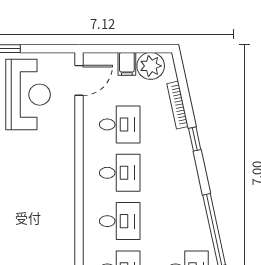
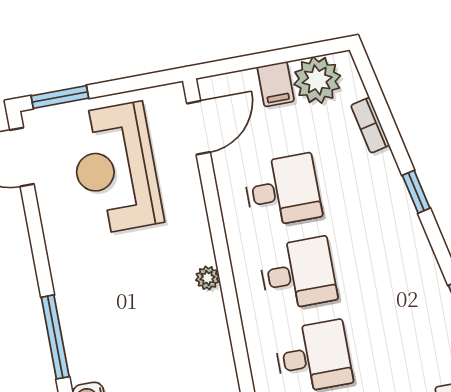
reception desk: (28, 95) -> (115, 168), turned 180
bookcase: (177, 105) -> (370, 125), width x0.64
plant: (68, 166) -> (208, 278), added

